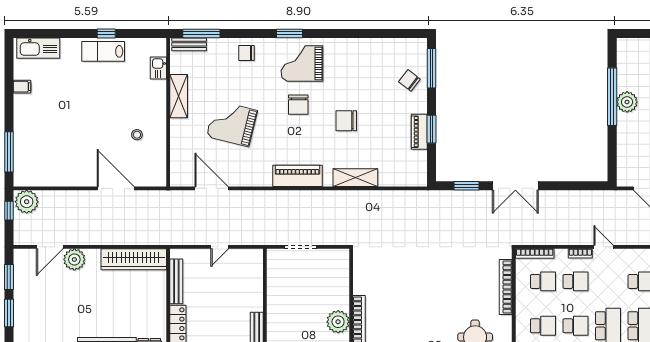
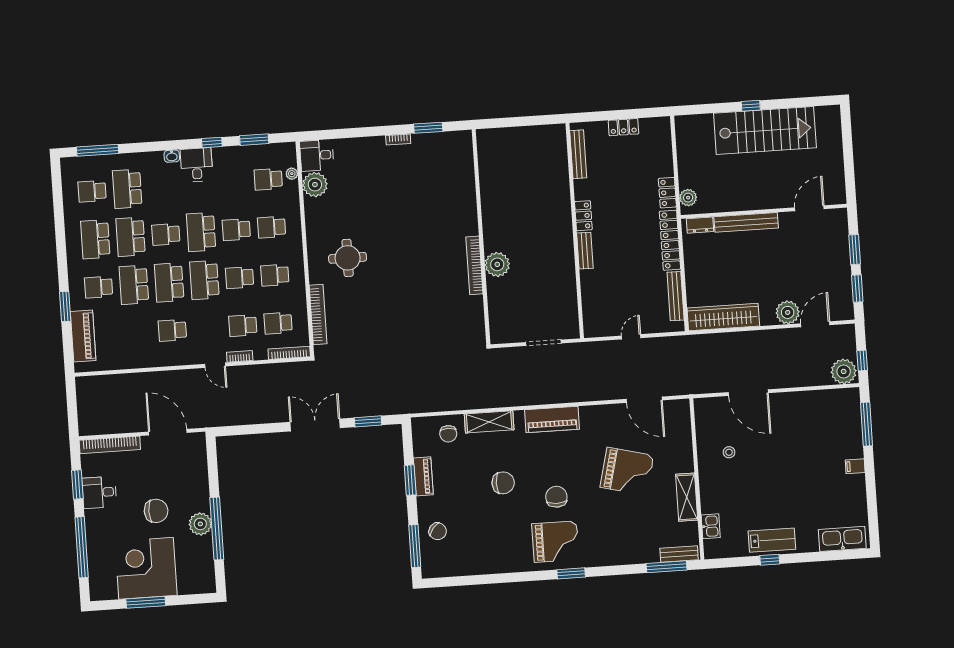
chair: (247, 53) -> (448, 434), moved, turned 90
filing cabinet: (22, 87) -> (855, 466), moved

